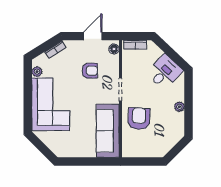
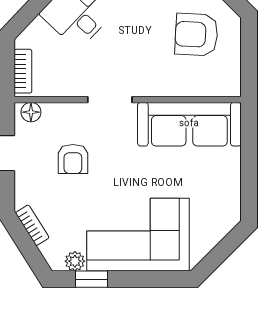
armchair: (90, 71) -> (73, 159), turned 180
window: (28, 80) -> (91, 279), added
armchair: (139, 119) -> (196, 35), moved

